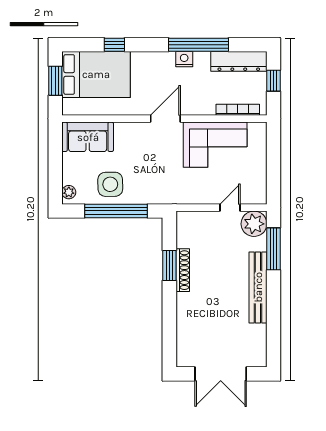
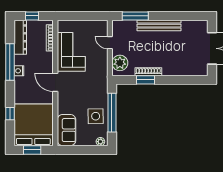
bed: (96, 74) -> (33, 125), width x1.36
plant: (254, 224) -> (120, 63), moved

